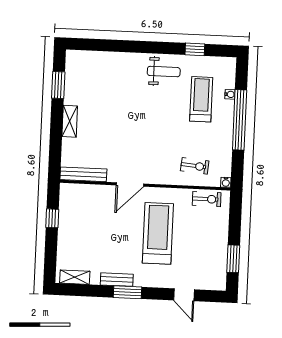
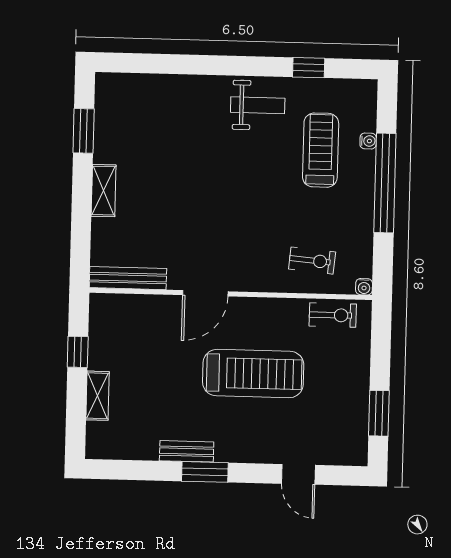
treadmill: (158, 233) -> (253, 374), turned 90
shelving: (75, 277) -> (98, 396), moved, turned 90

